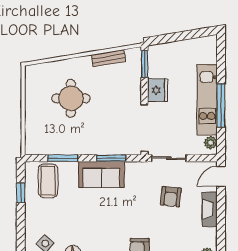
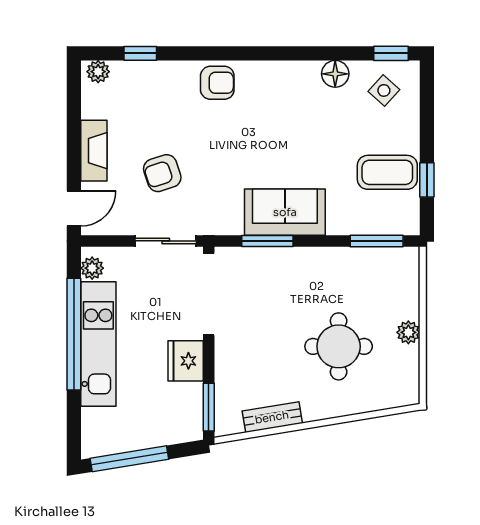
window: (189, 35) -> (129, 459), added
window: (221, 105) -> (74, 334), width x1.46
plant: (31, 106) -> (408, 332), added
window: (63, 158) -> (377, 241), moved
coffee table: (48, 181) -> (387, 172), moved, turned 90
armchair: (171, 197) -> (162, 173), turned -114

